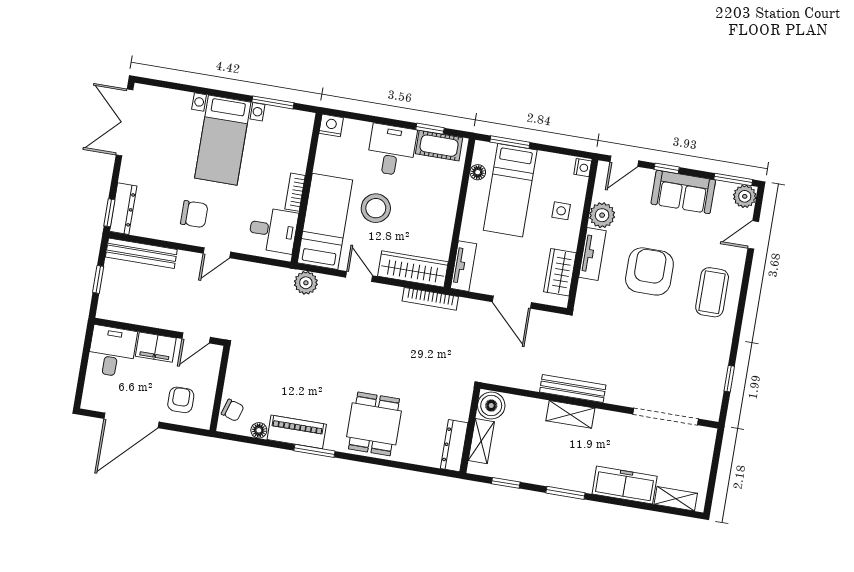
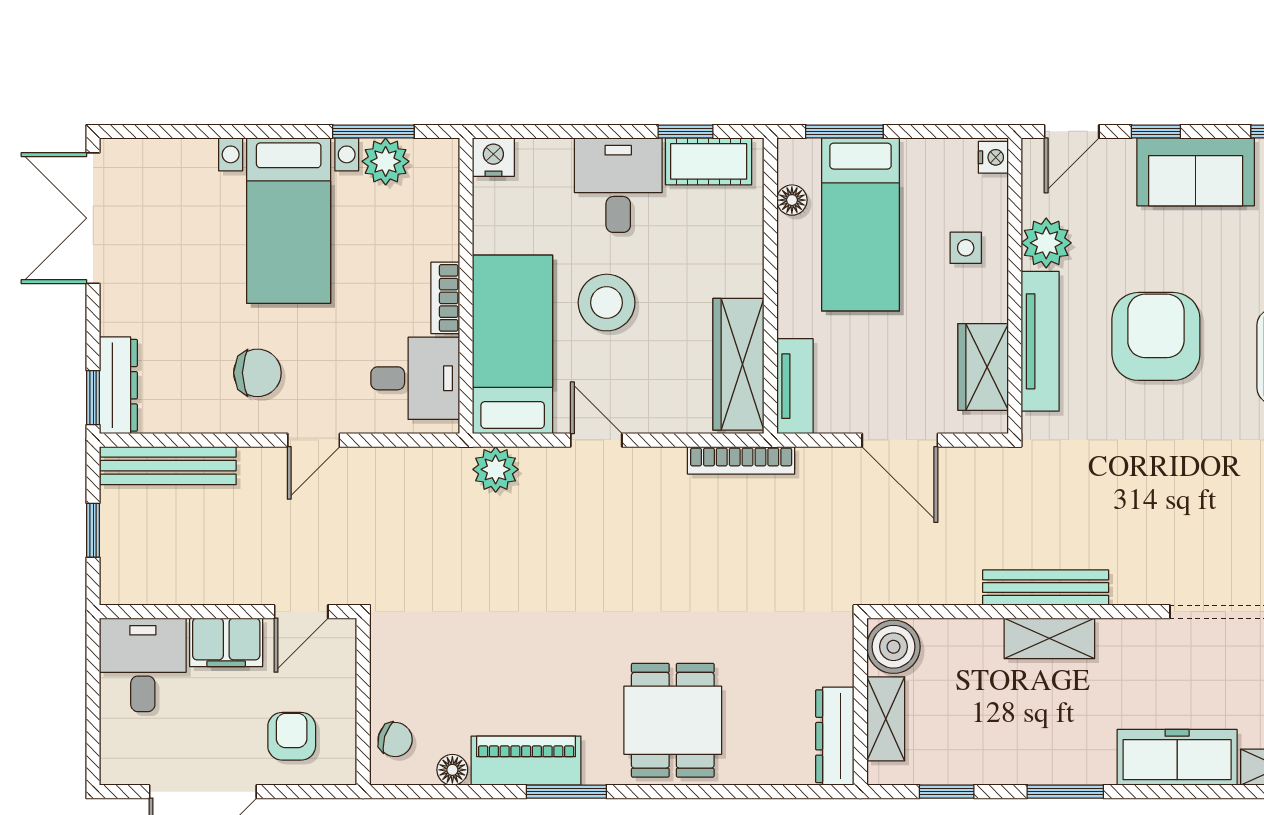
plant: (276, 119) -> (386, 161), added
tv unit: (592, 254) -> (1040, 341), width x1.41
wardrobe: (413, 269) -> (738, 364), moved, turned -90

